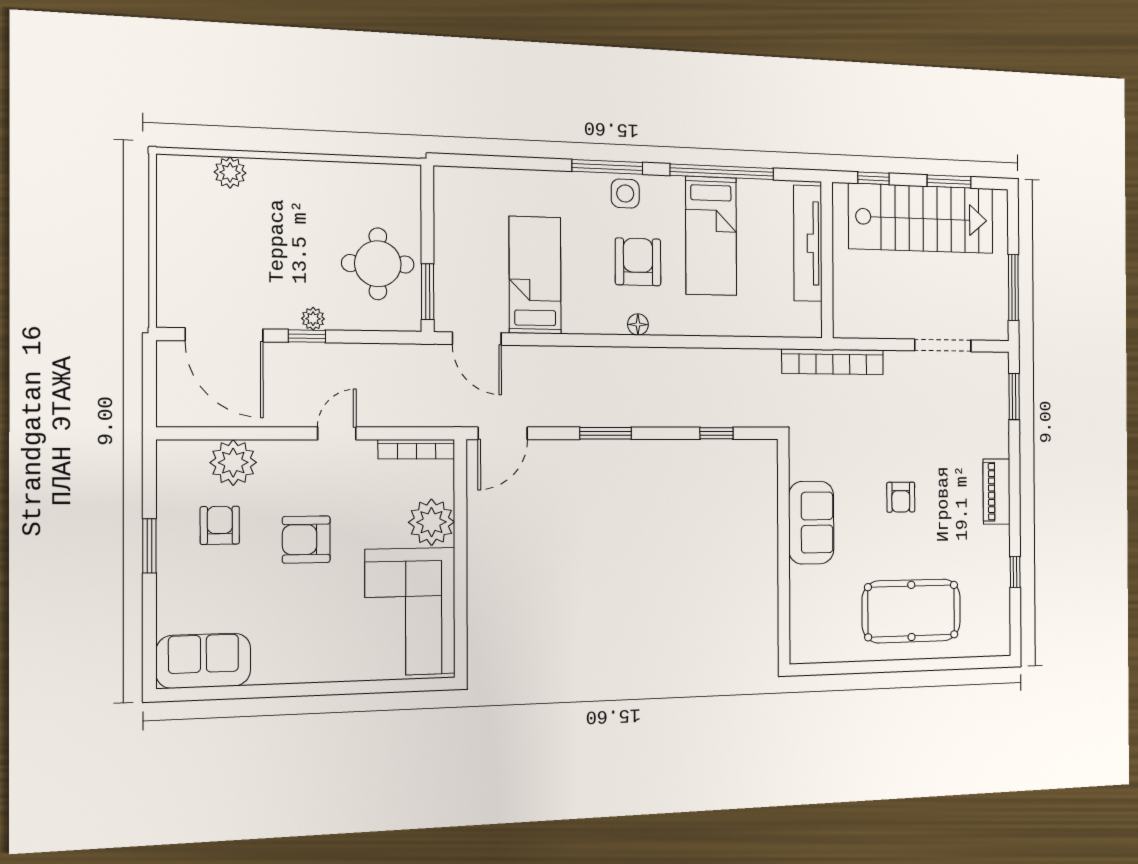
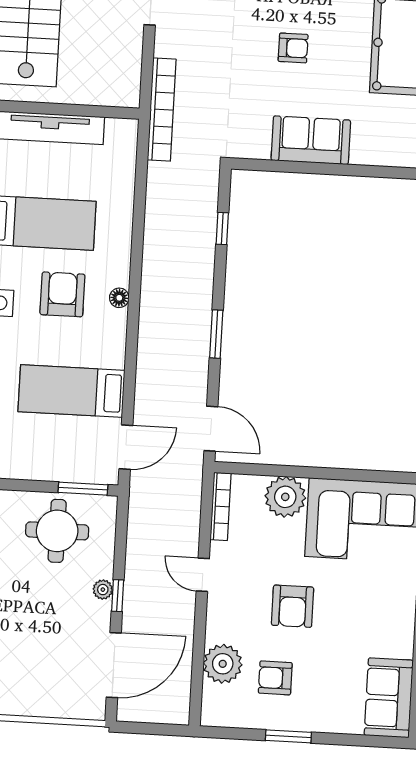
armchair: (638, 262) -> (62, 294), turned 90

